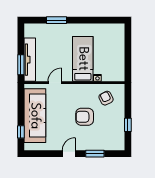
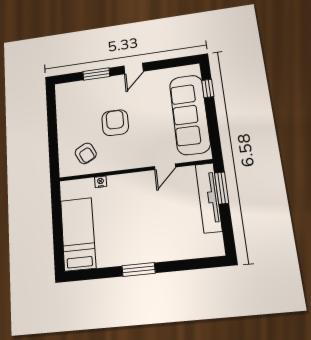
window: (56, 20) -> (139, 269), moved
bed: (83, 59) -> (78, 234), moved, turned 180
armchair: (85, 117) -> (115, 123), turned -90
window: (128, 125) -> (52, 120), removed

